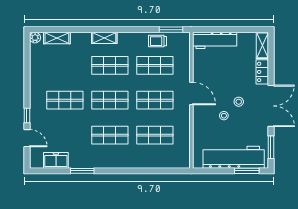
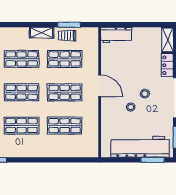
window: (171, 30) -> (69, 25), moved
shelving: (104, 38) -> (42, 33), moved
workbench: (215, 40) -> (116, 35), width x0.73

